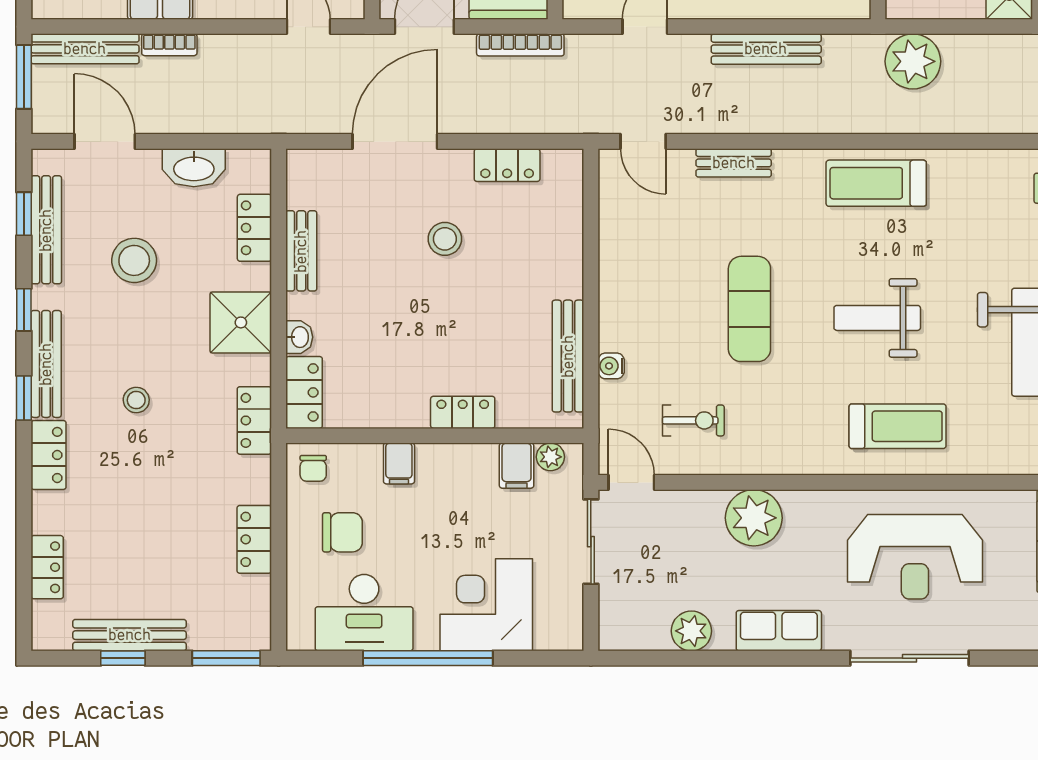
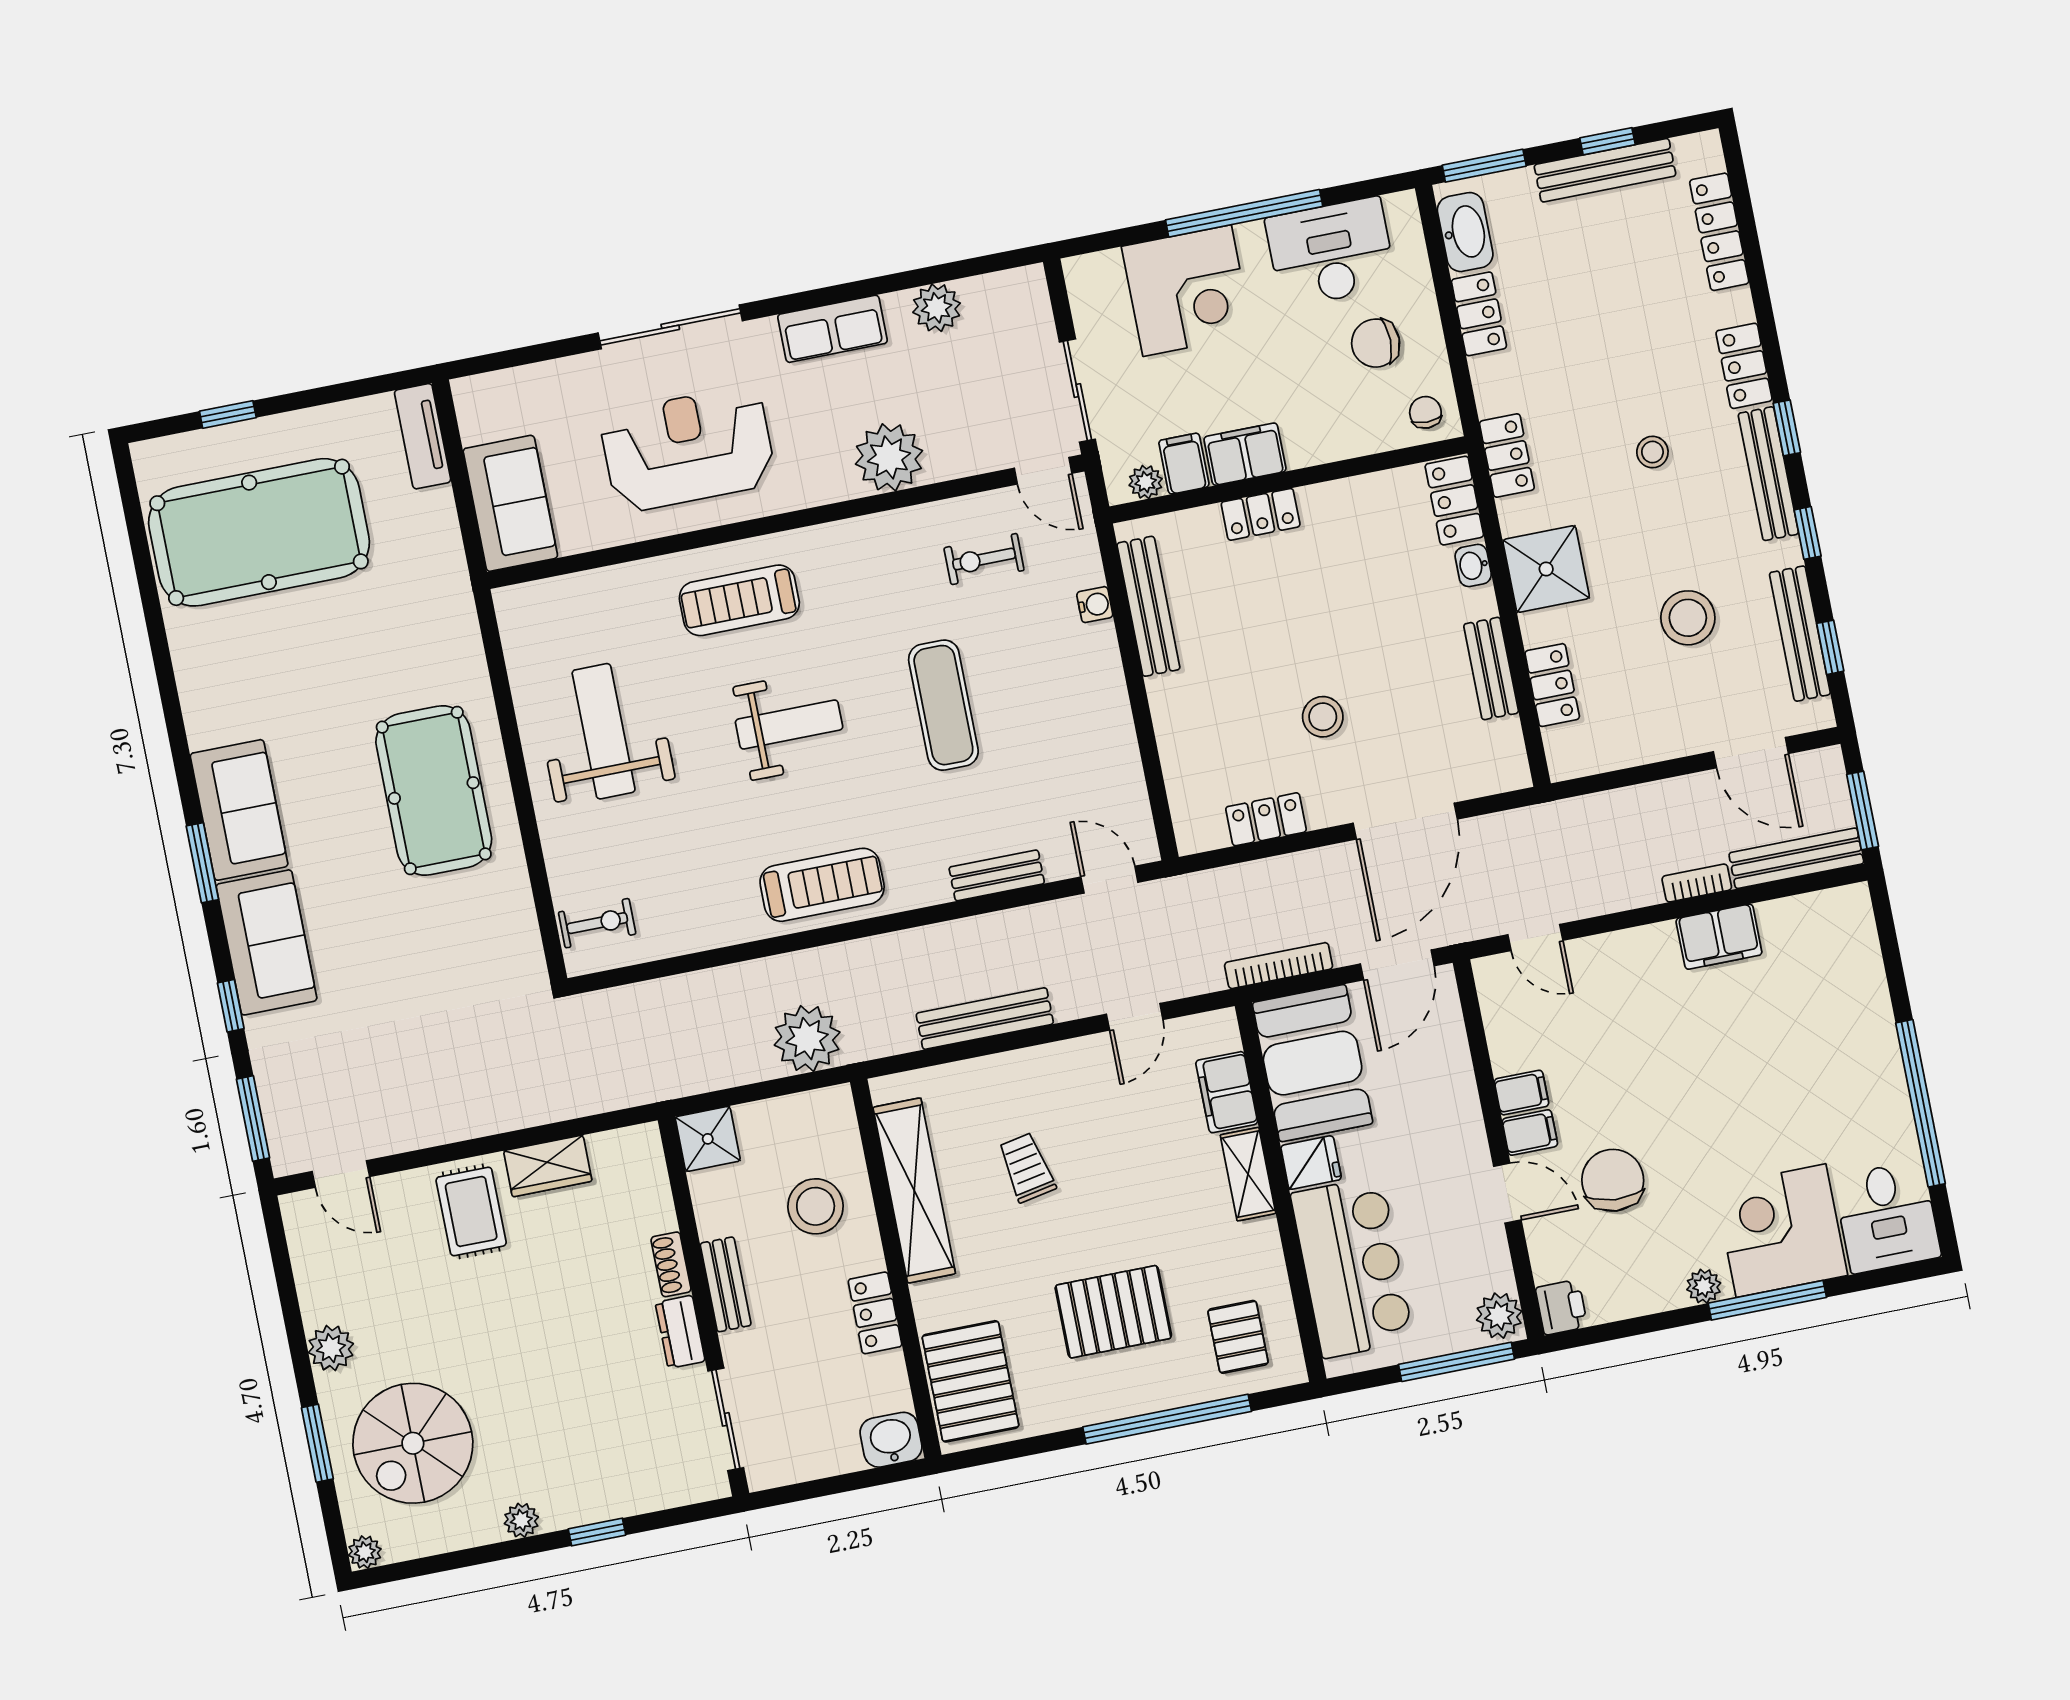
washbasin: (194, 168) -> (1465, 232), moved, turned 90
filing cabinet: (399, 463) -> (1245, 454), moved, width x2.00
locker: (47, 567) -> (1719, 232), width x1.53

